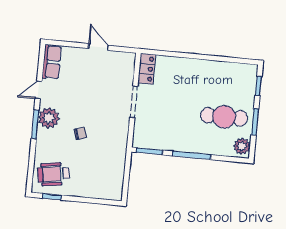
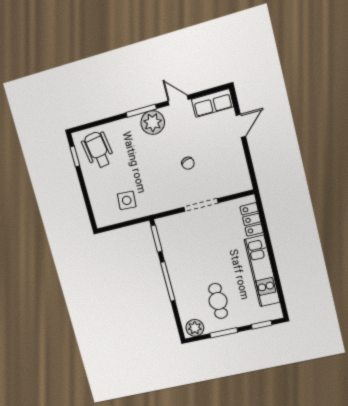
door: (98, 47) -> (241, 126), moved
locker: (147, 69) -> (252, 219), moved, turned 90
kitchen unit: (210, 69) -> (262, 271), added
cafe table: (224, 117) -> (218, 301), width x0.73, depth x0.74
chair: (80, 133) -> (188, 163), moved
side table: (106, 165) -> (127, 200), added

